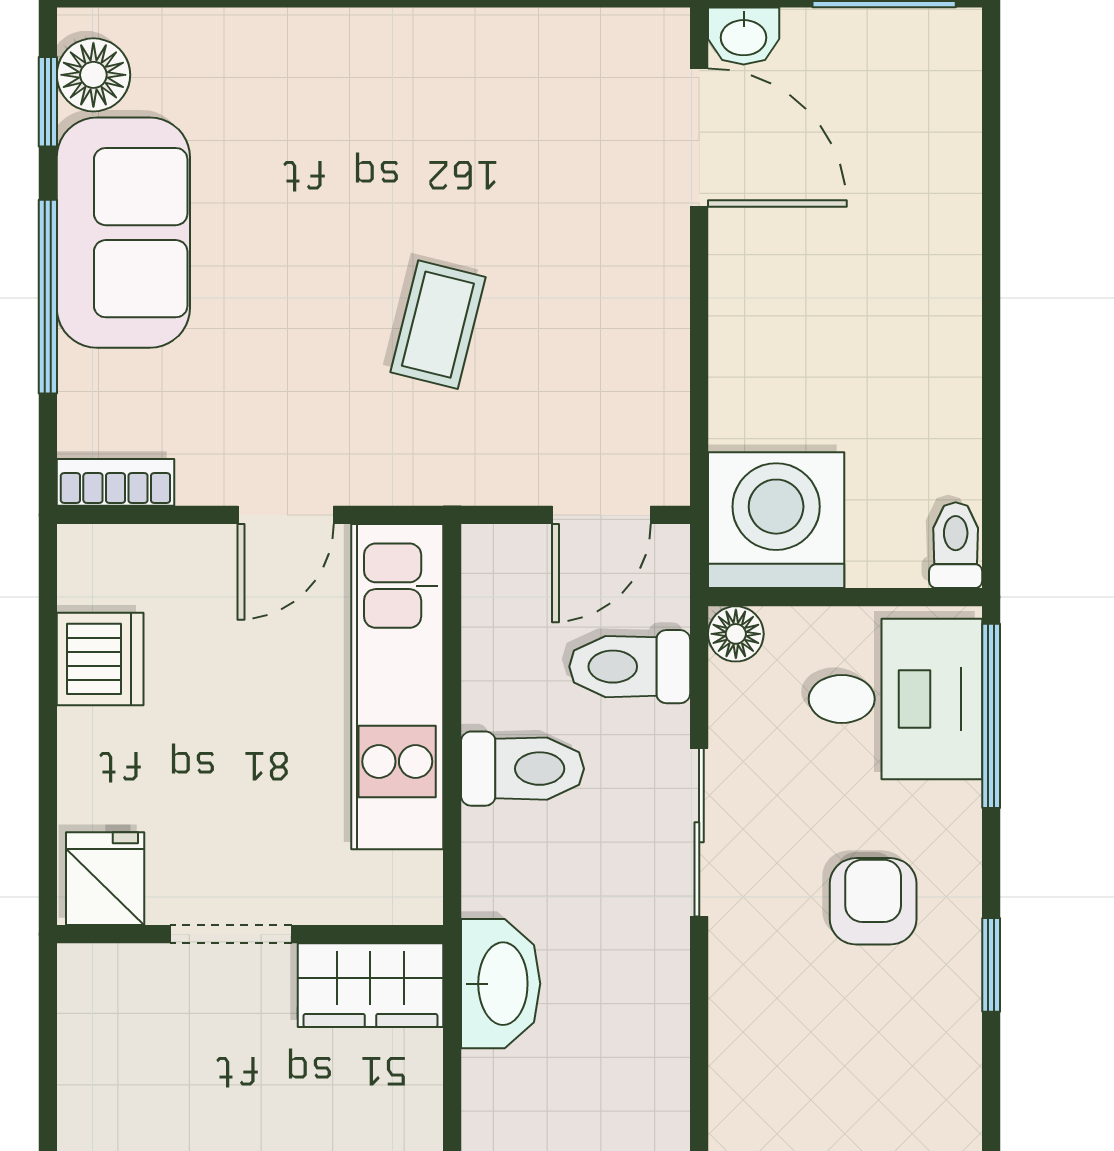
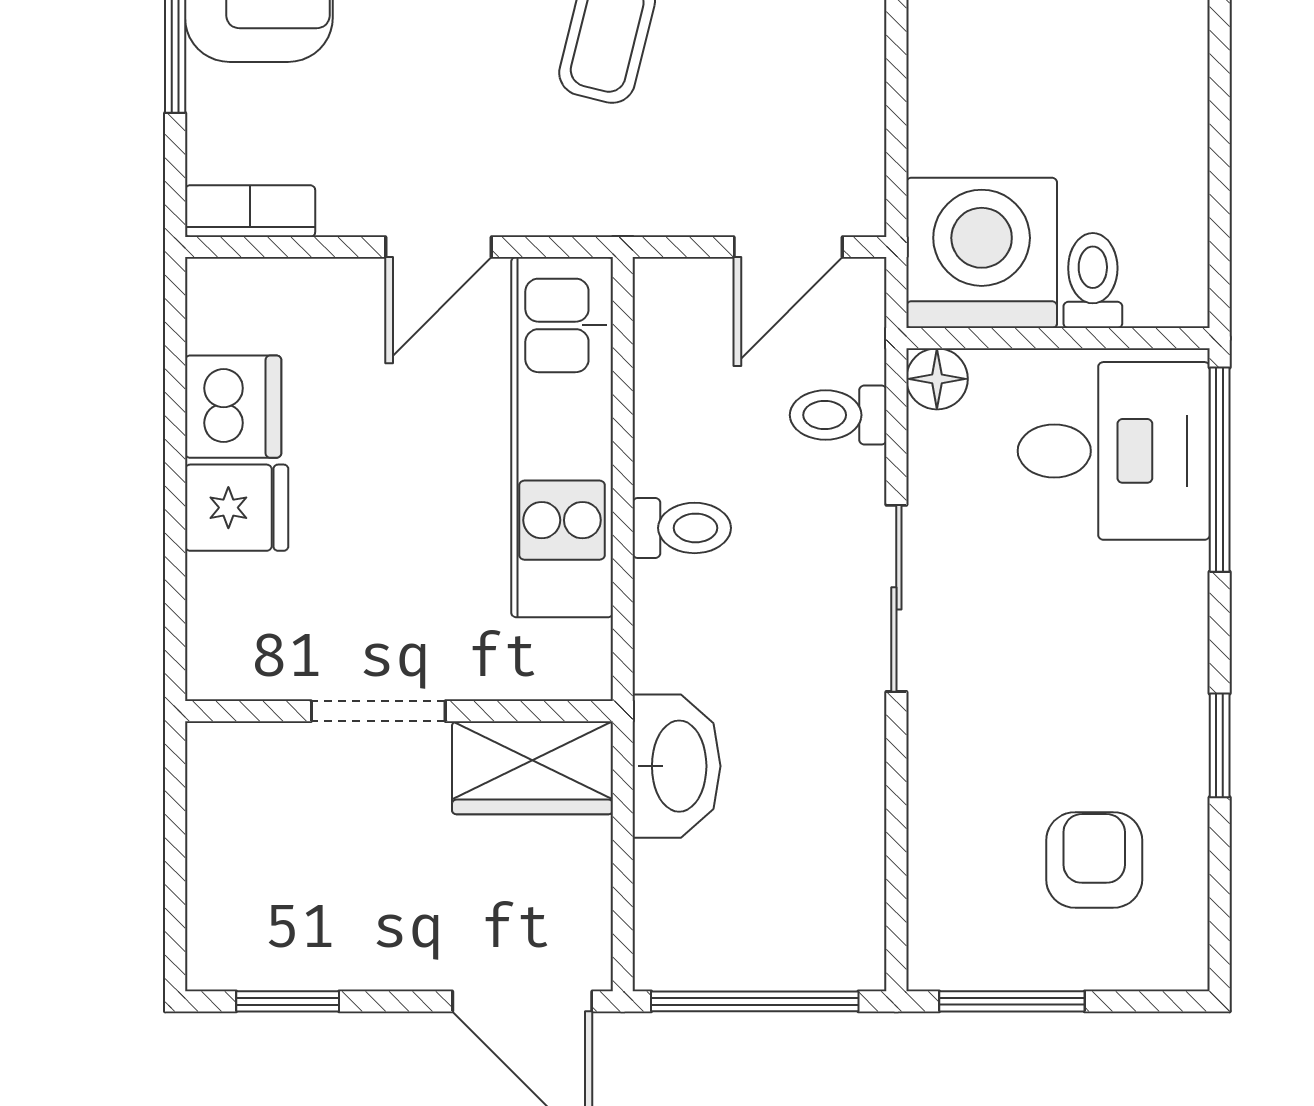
toilet: (956, 545) -> (1093, 281), moved
toilet: (630, 667) -> (838, 415), width x0.73, depth x0.72
toilet: (522, 769) -> (682, 528), width x0.73, depth x0.72
fridge: (105, 879) -> (237, 508), moved, turned 90
armchair: (873, 901) -> (1094, 860), moved

